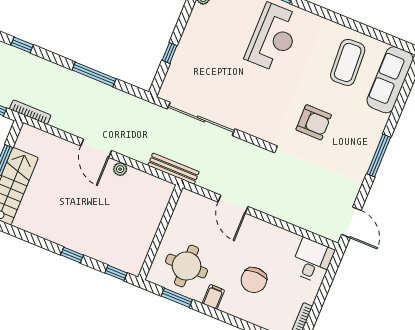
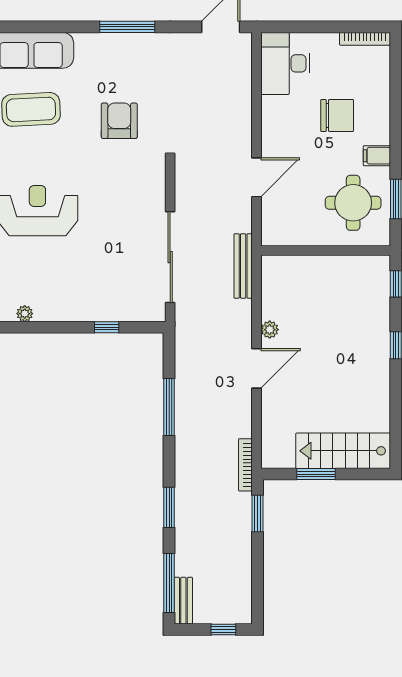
window: (22, 45) -> (169, 507), width x1.50
desk: (312, 261) -> (285, 63), width x1.37

